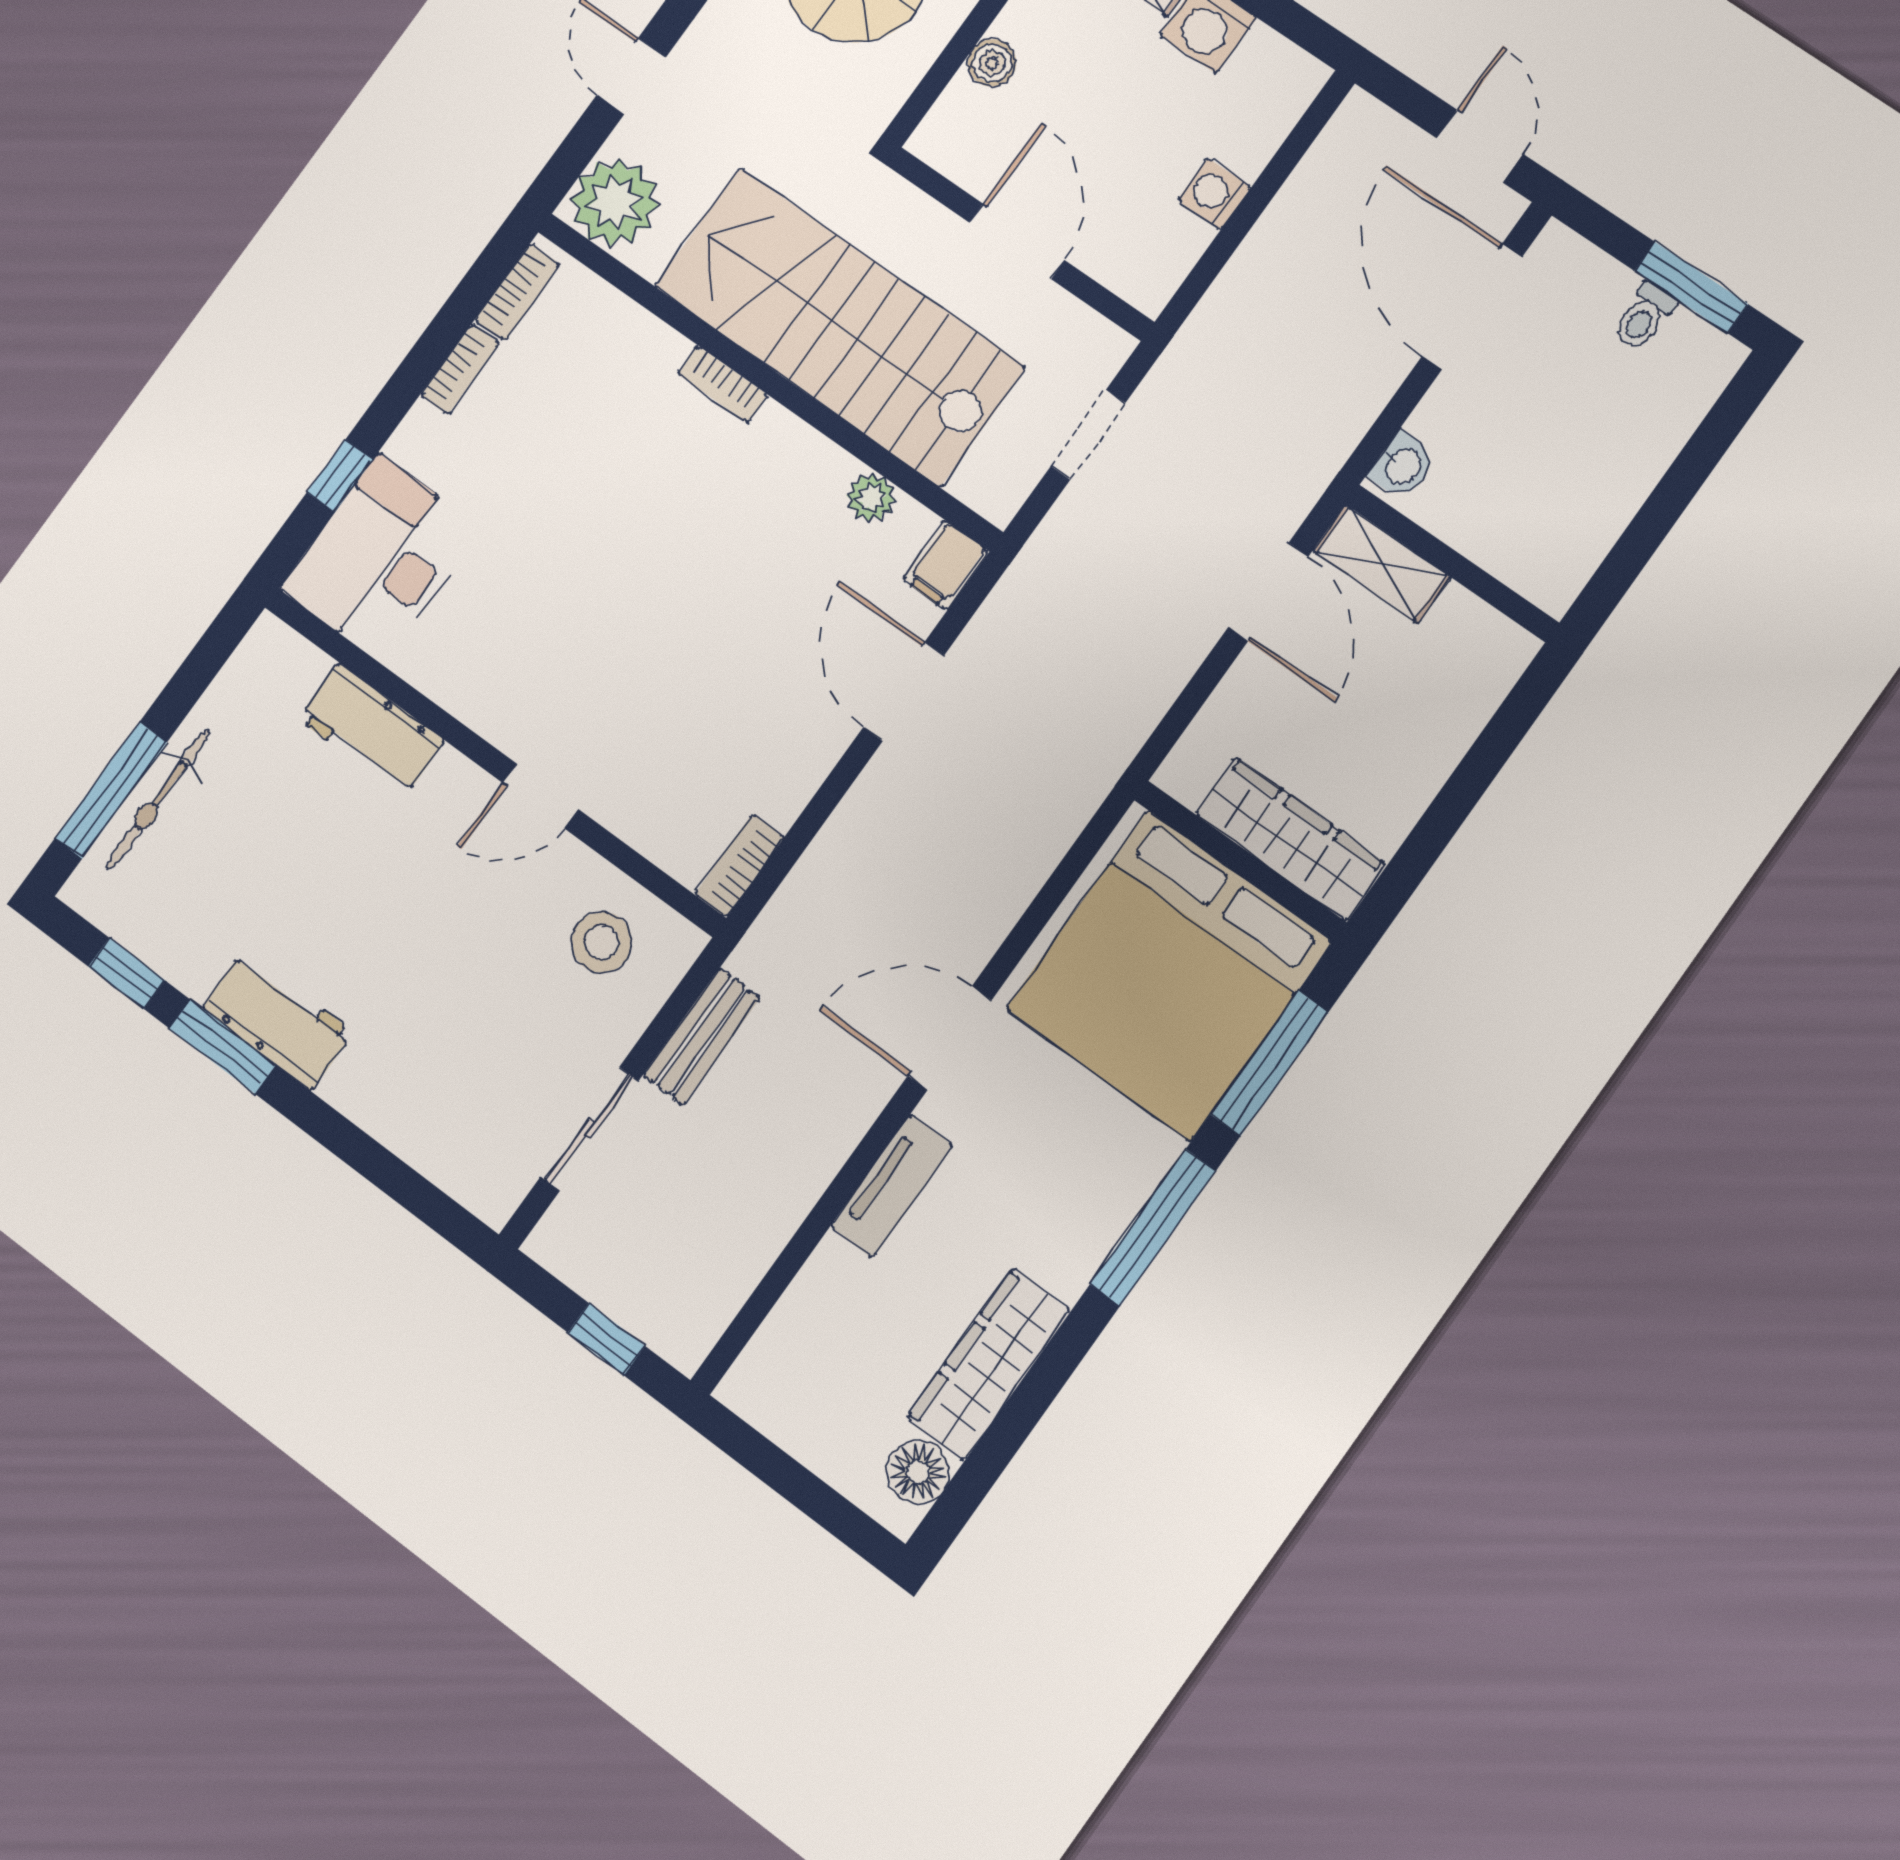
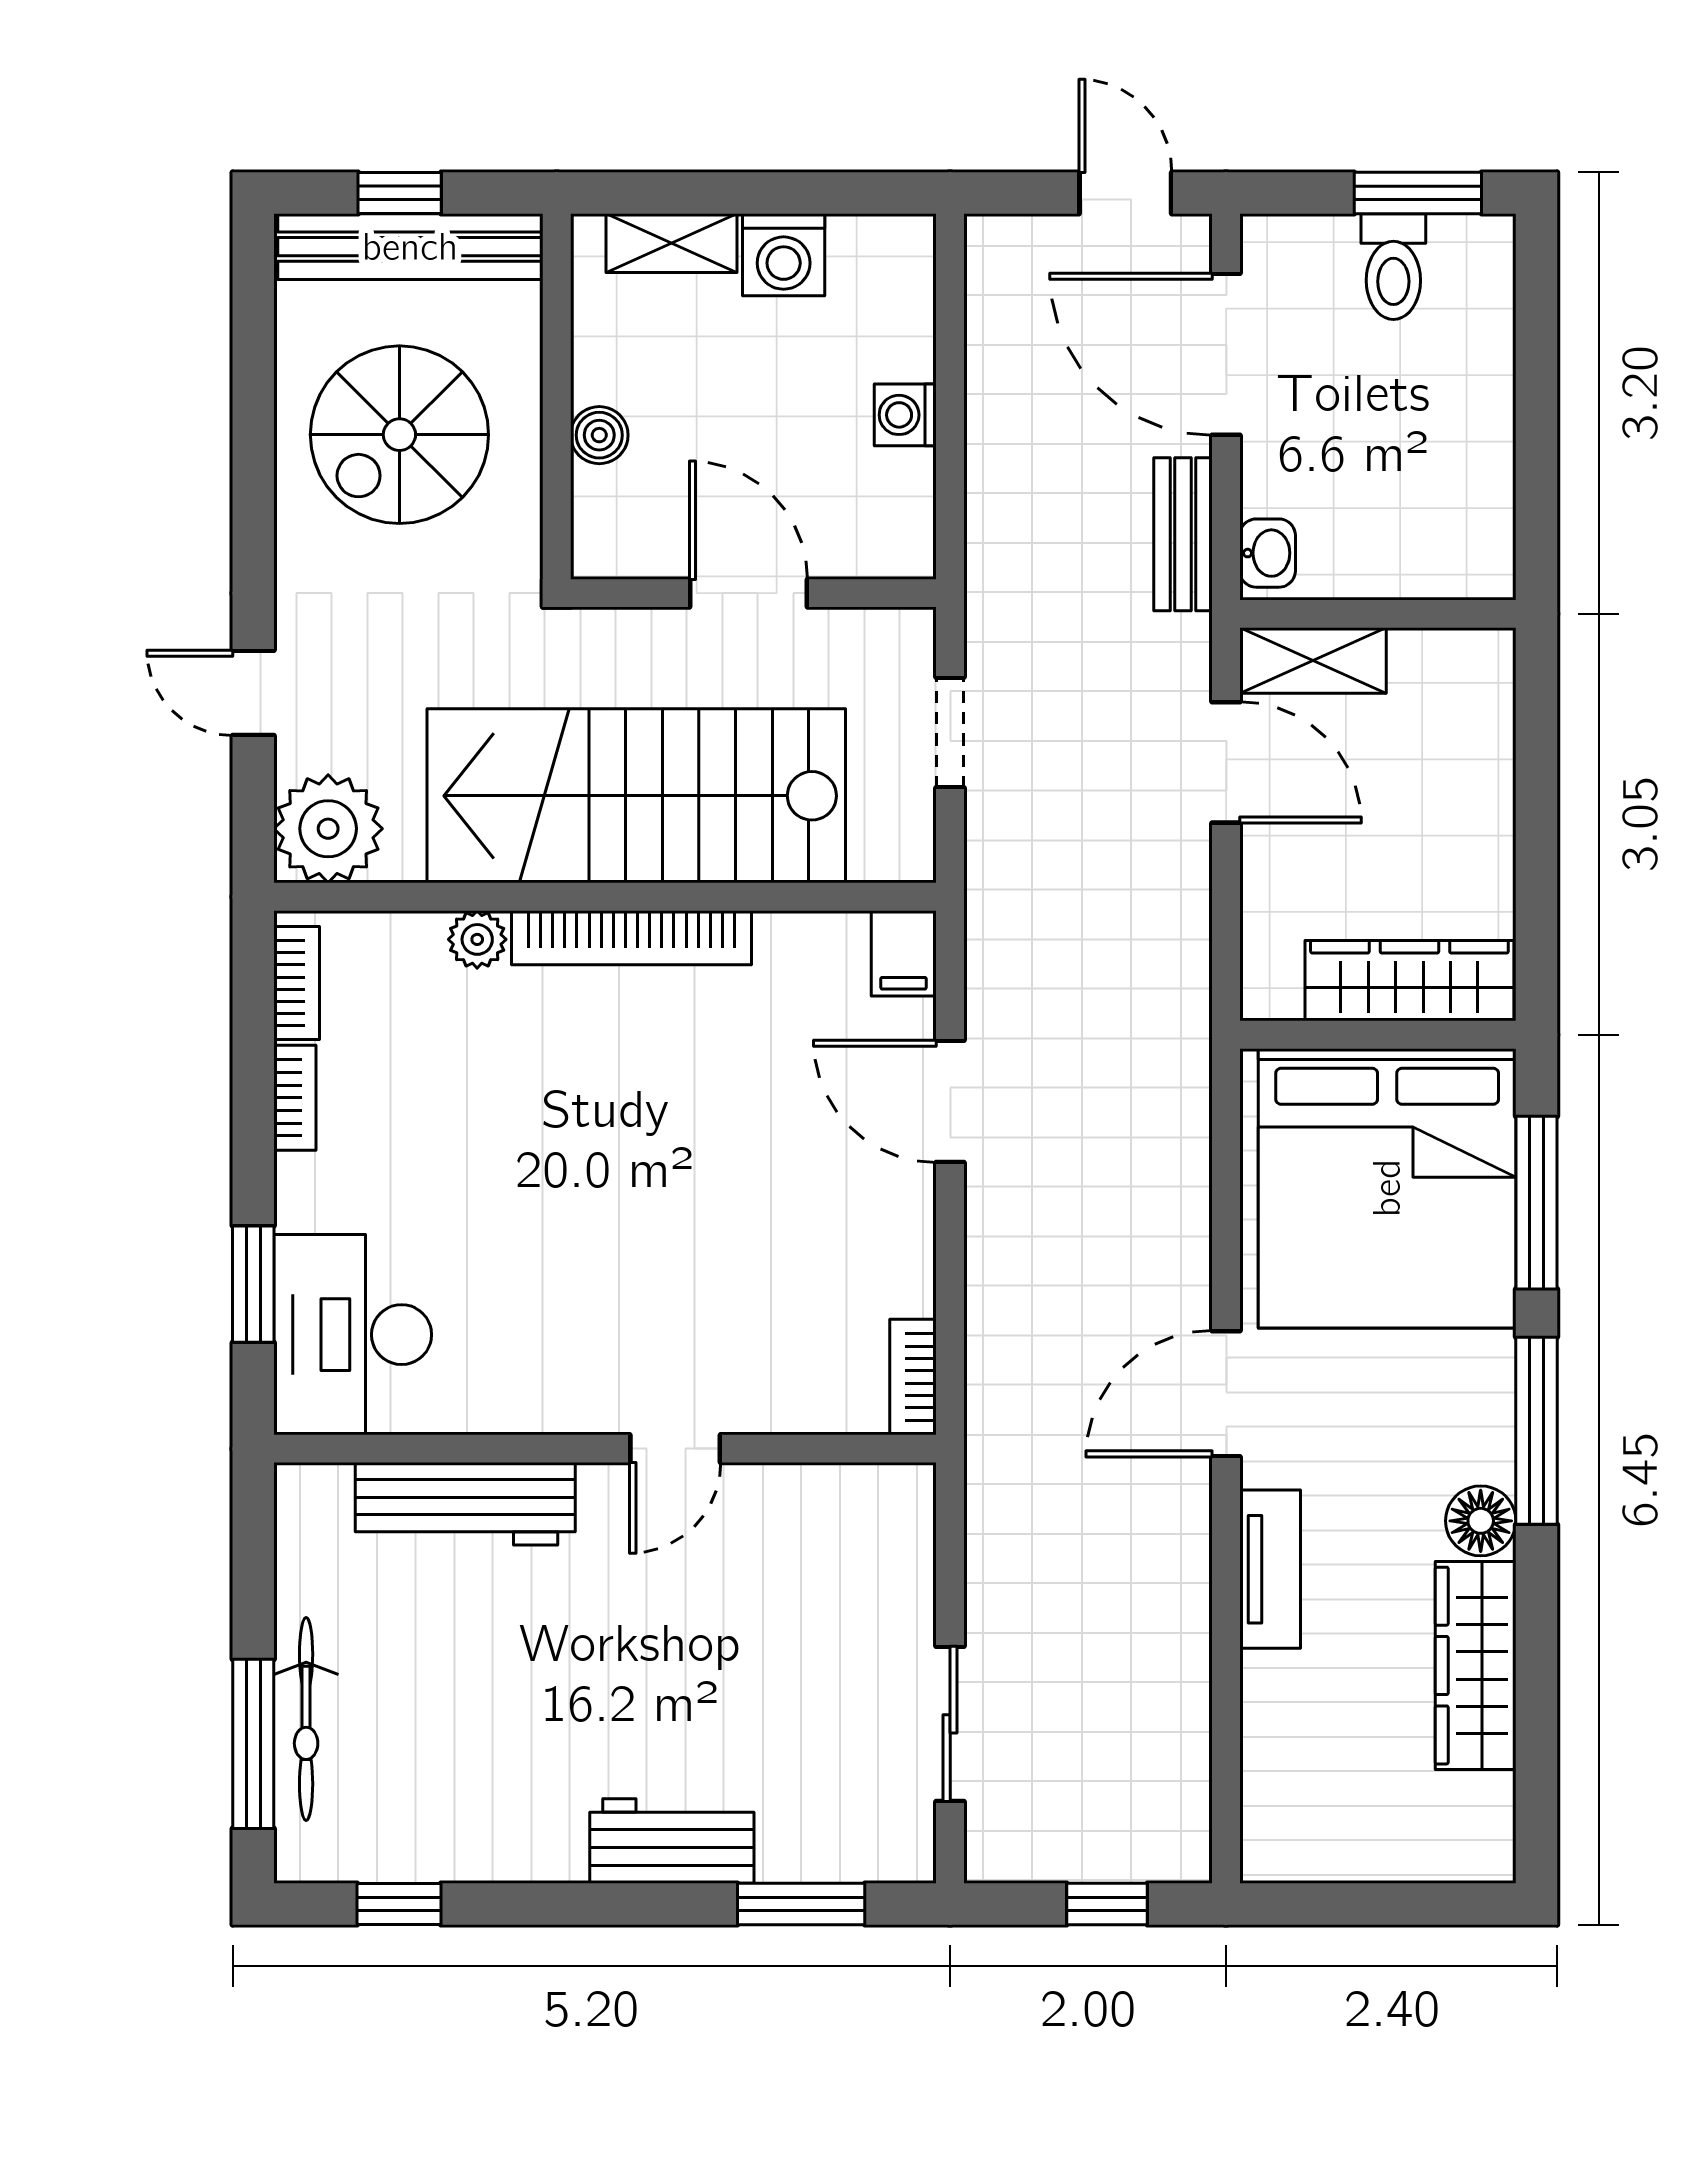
toilet: (1644, 317) -> (1393, 267), width x1.37, depth x1.39
bookcase: (723, 384) -> (631, 938), width x2.31, depth x1.31
window: (340, 476) -> (253, 1284), width x1.50
plant: (871, 498) -> (477, 939), moved
workbench: (371, 730) -> (465, 1504), width x1.38
stool: (602, 942) -> (835, 1543), removed
workbench: (277, 1020) -> (672, 1841), moved
bench: (702, 1036) -> (1183, 534), moved
window: (223, 1047) -> (801, 1904), moved
floor lamp: (918, 1472) -> (1481, 1521), moved

